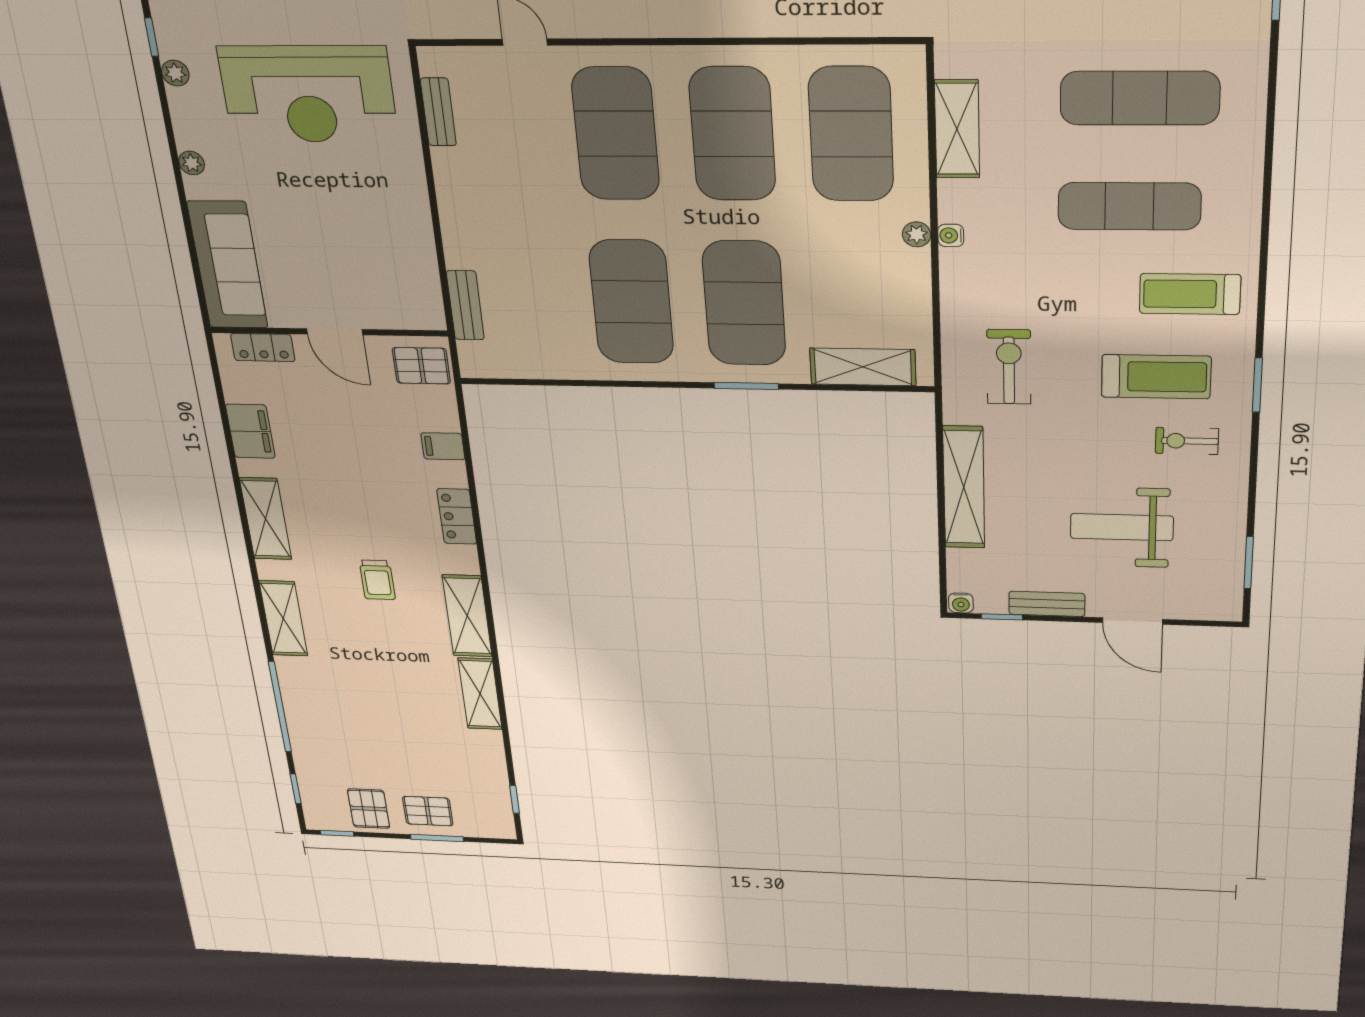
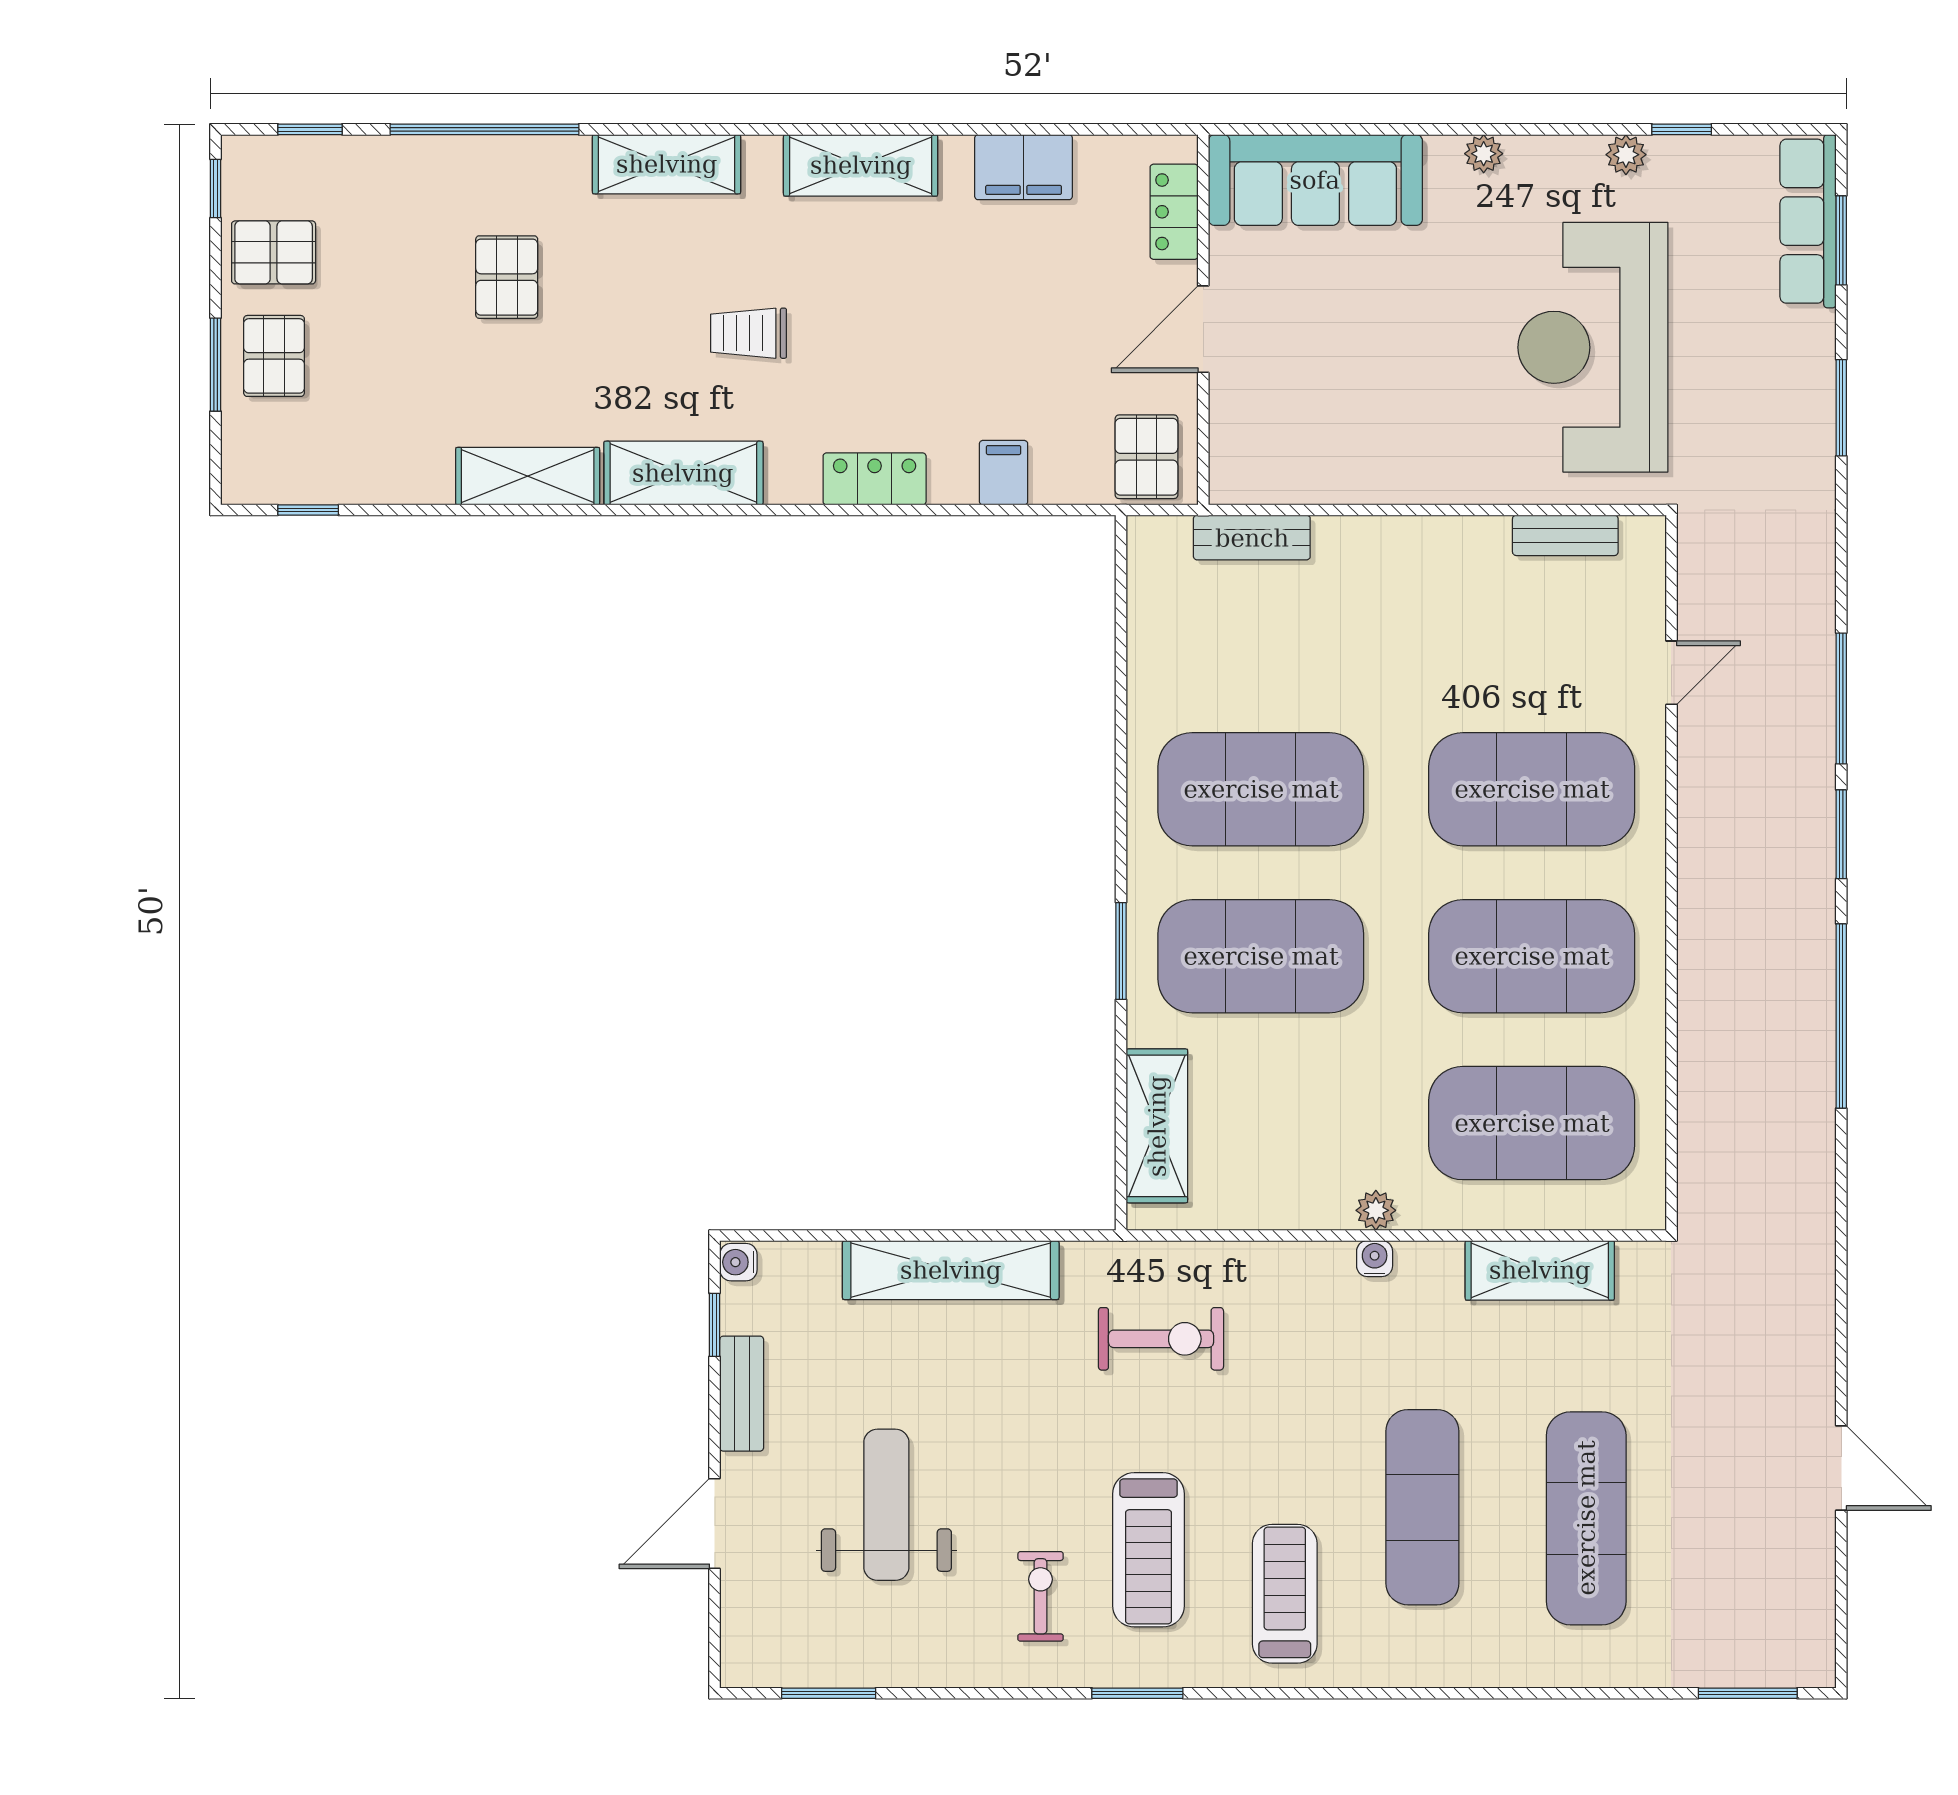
pallet: (364, 699) -> (507, 277), added

